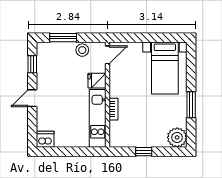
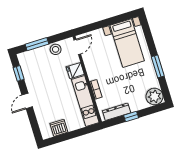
dishwasher: (45, 139) -> (59, 128), moved
dresser: (129, 141) -> (117, 112), added

